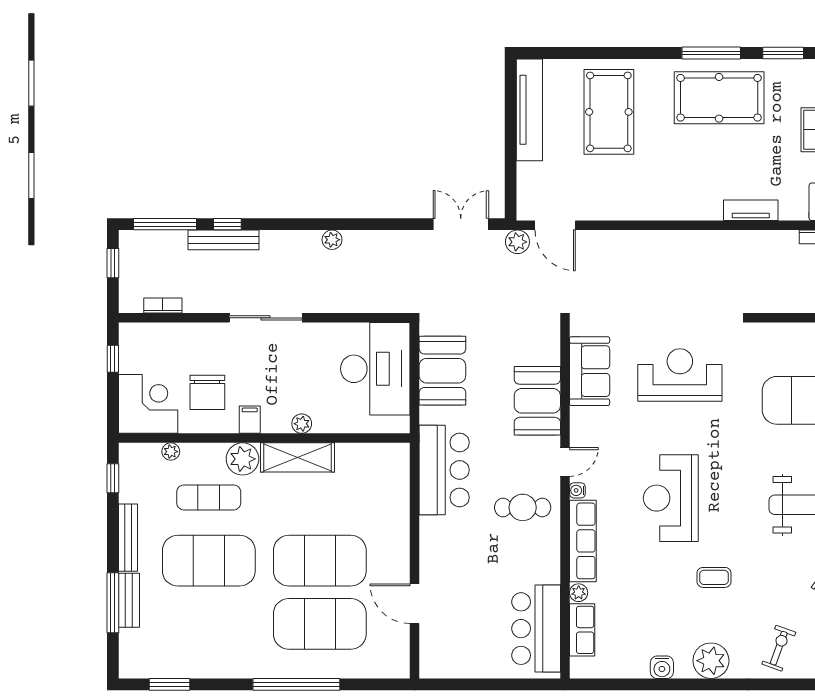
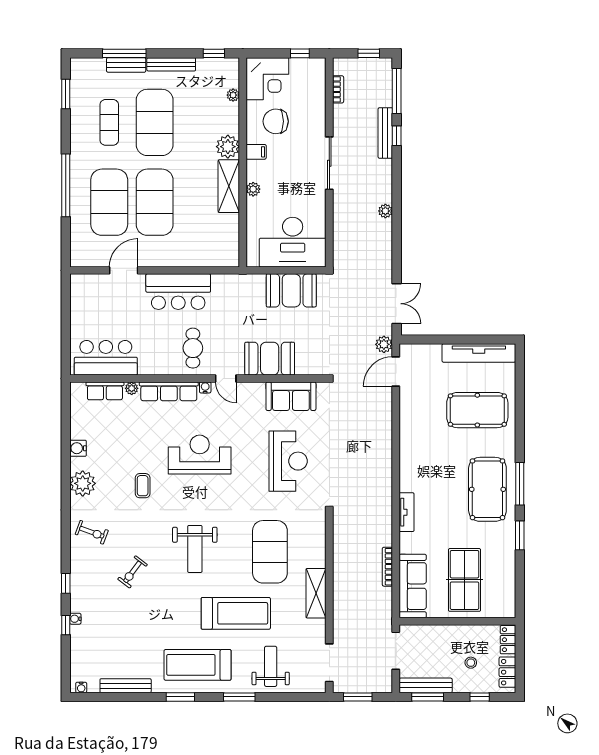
bar counter: (444, 470) -> (178, 292), moved
exercise mat: (209, 497) -> (109, 122), moved

